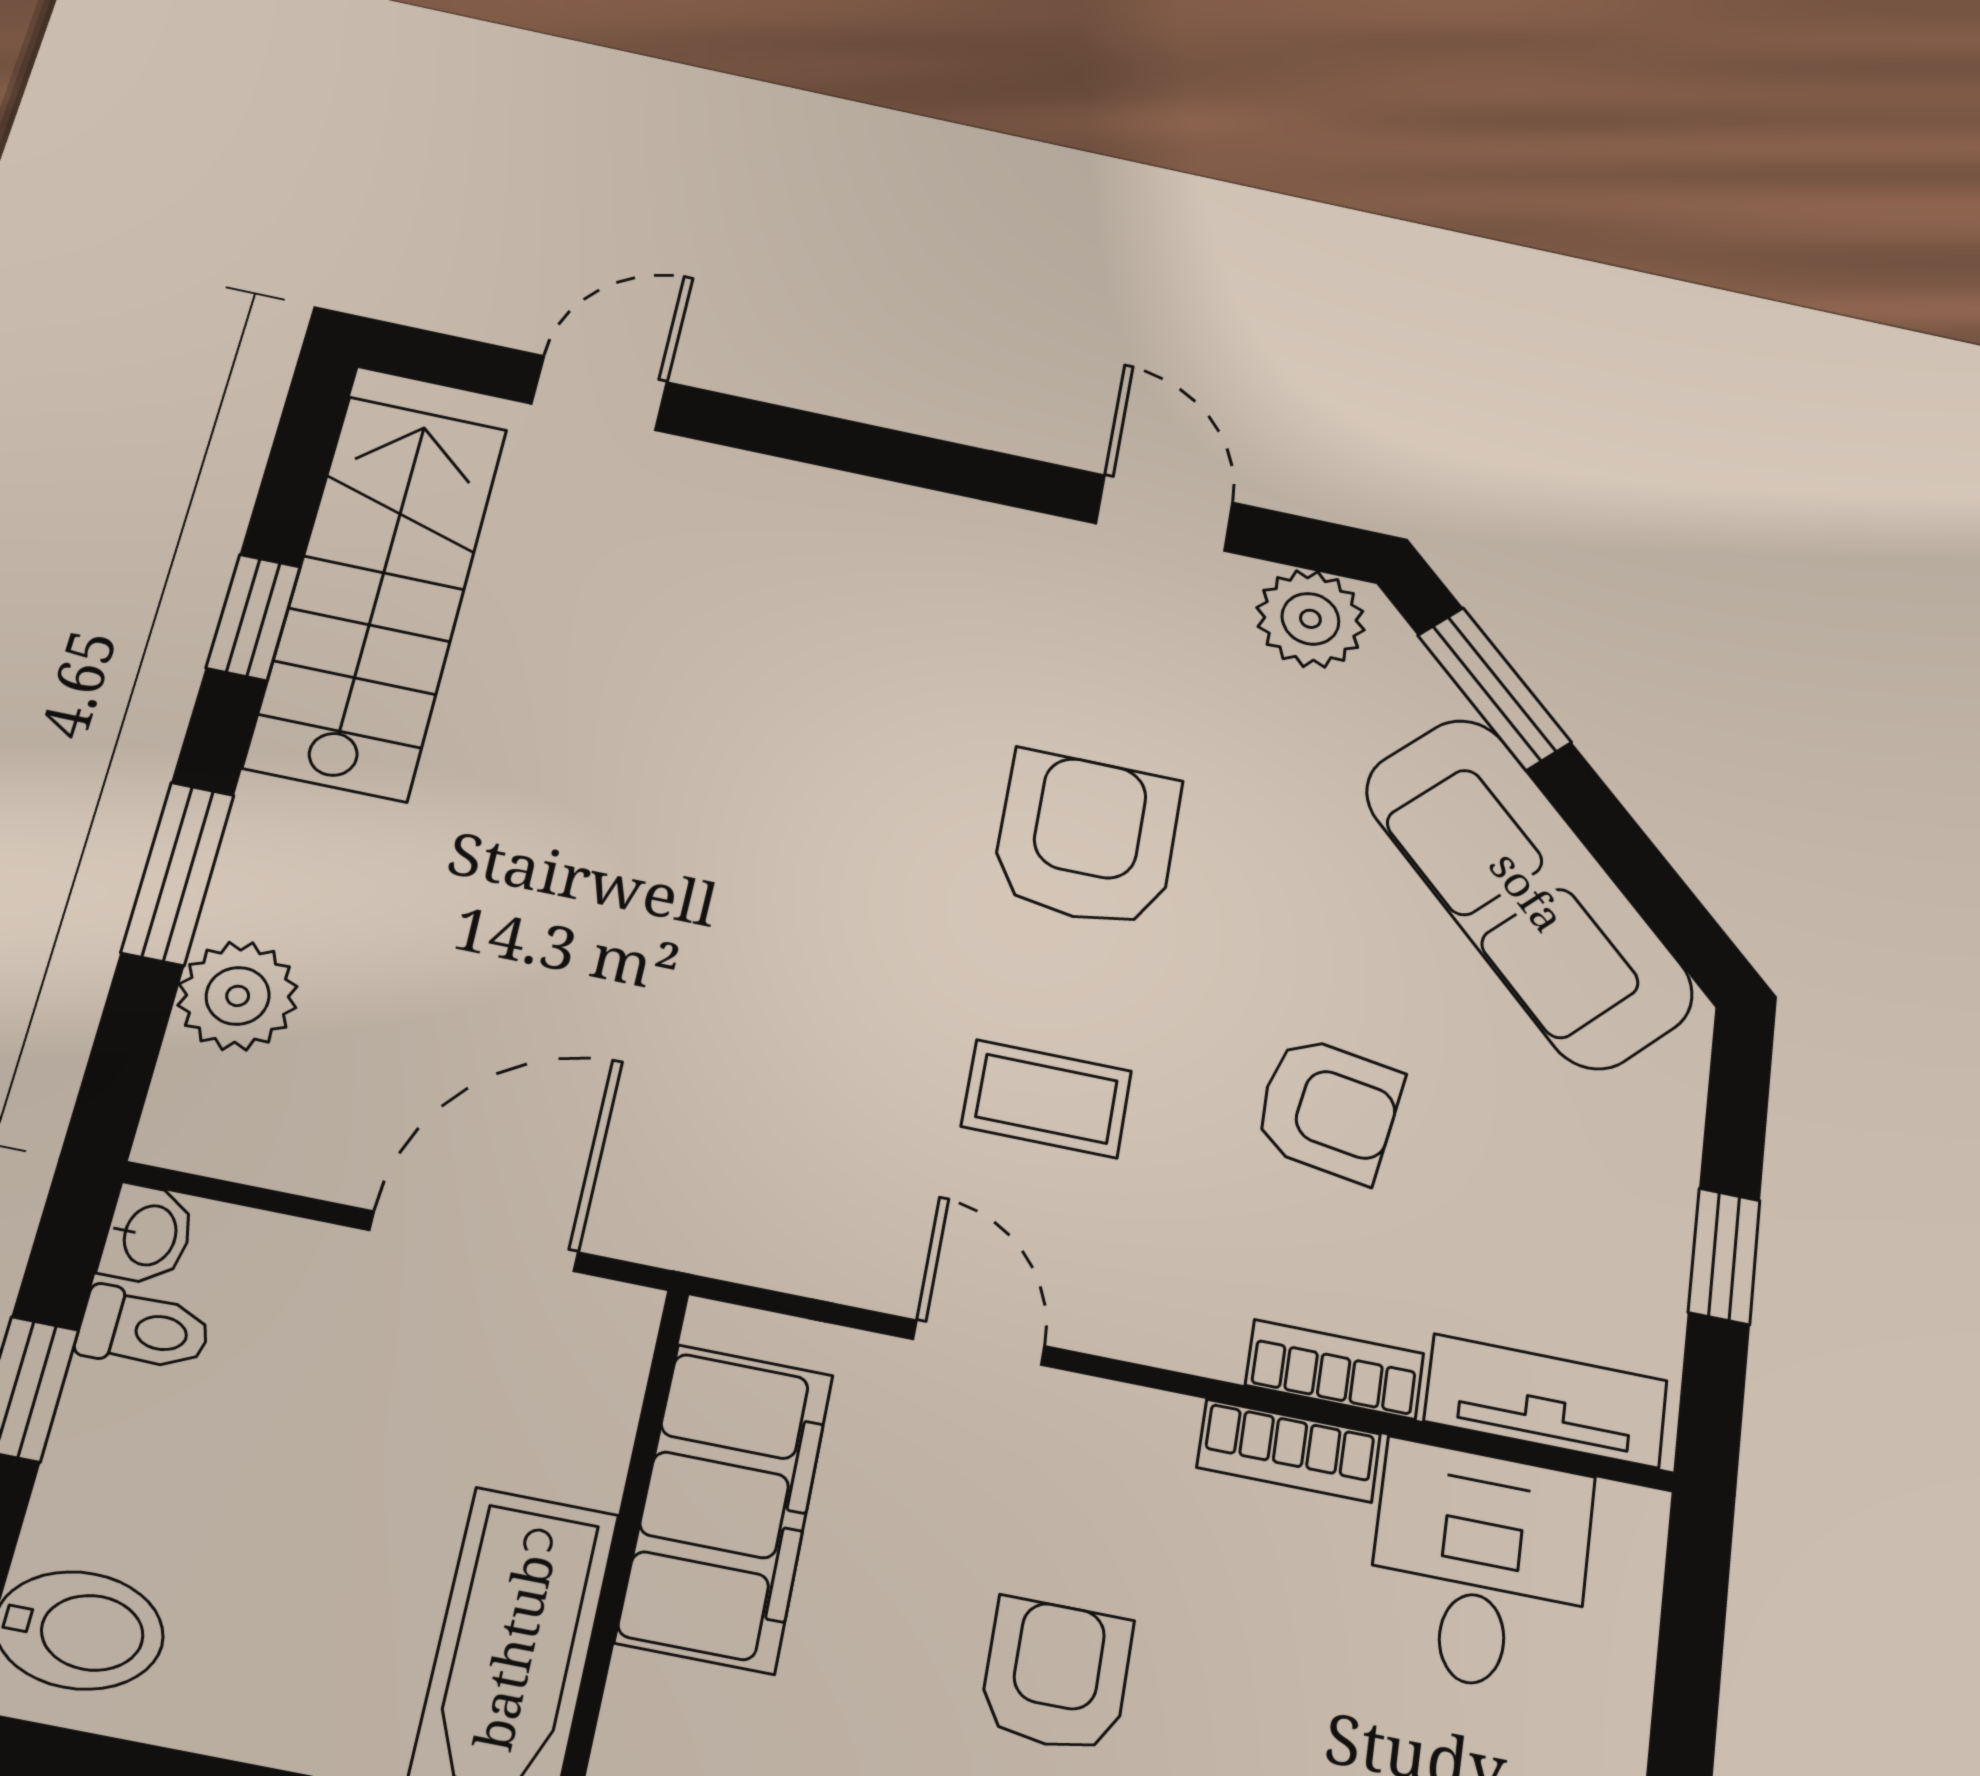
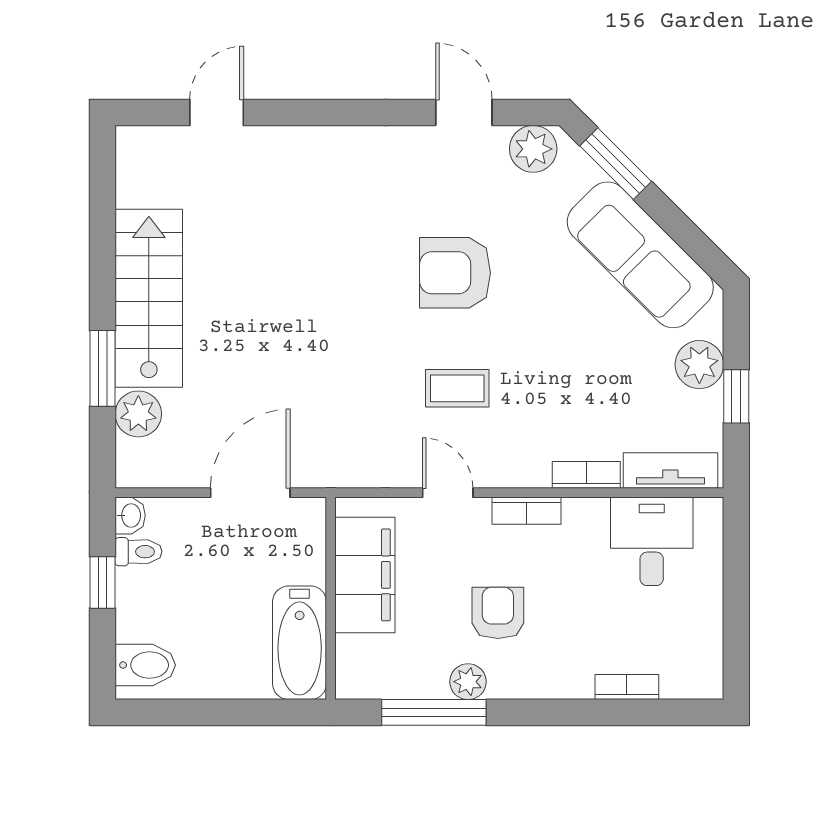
stairs: (378, 595) -> (149, 298), moved
window: (253, 617) -> (103, 251), removed
armchair: (1086, 840) -> (455, 273), turned -90
armchair: (1328, 1109) -> (570, 368), removed
plant: (1642, 1164) -> (699, 365), added
bookcase: (1289, 1451) -> (527, 511), moved

